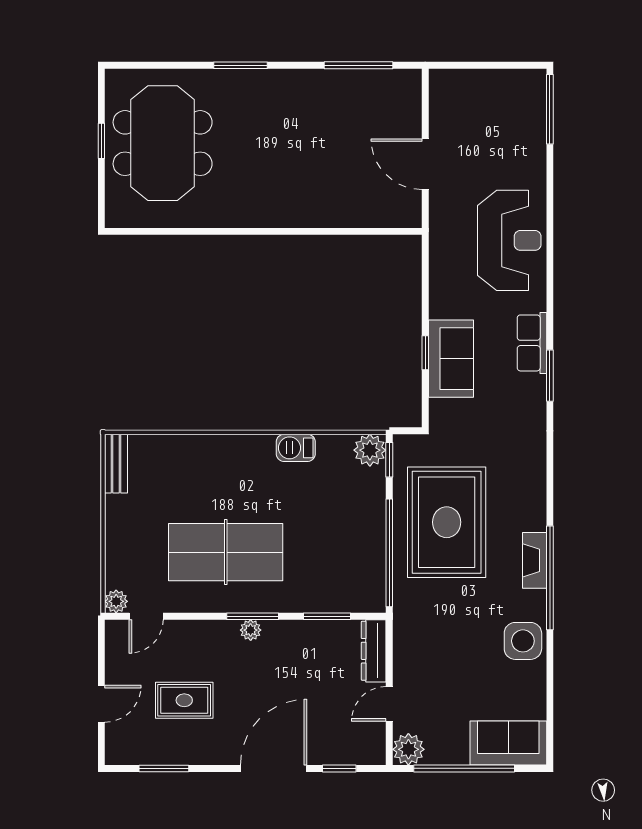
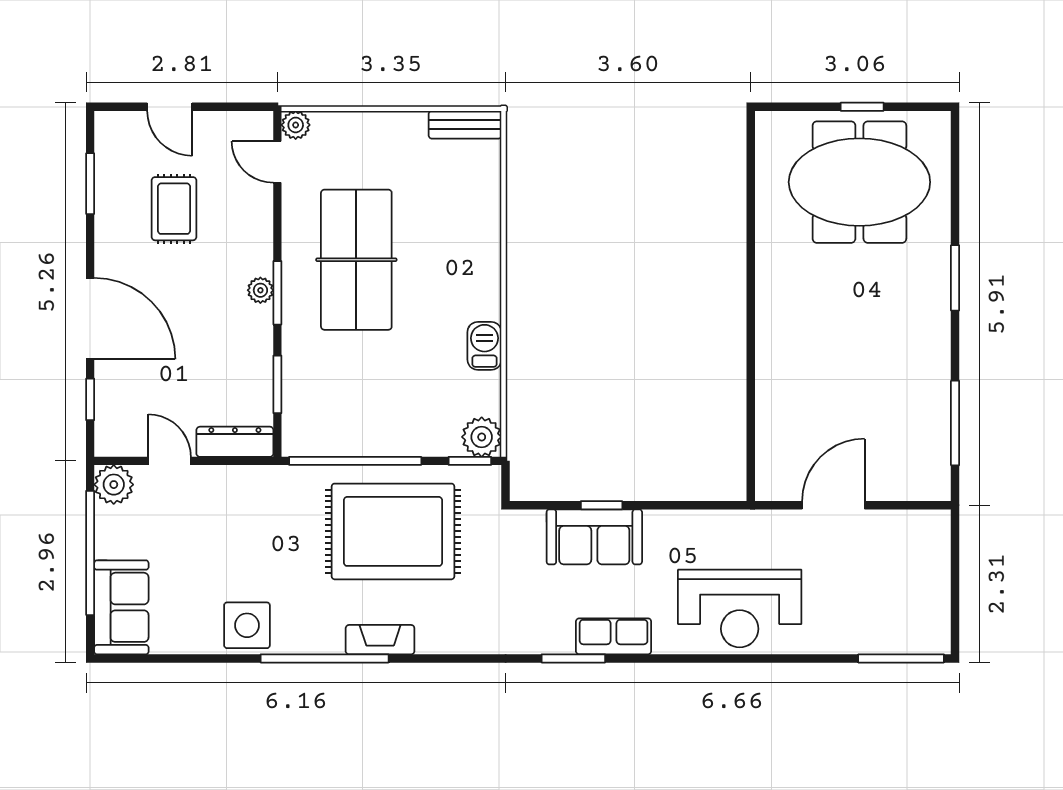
fireplace: (535, 560) -> (380, 640), moved

